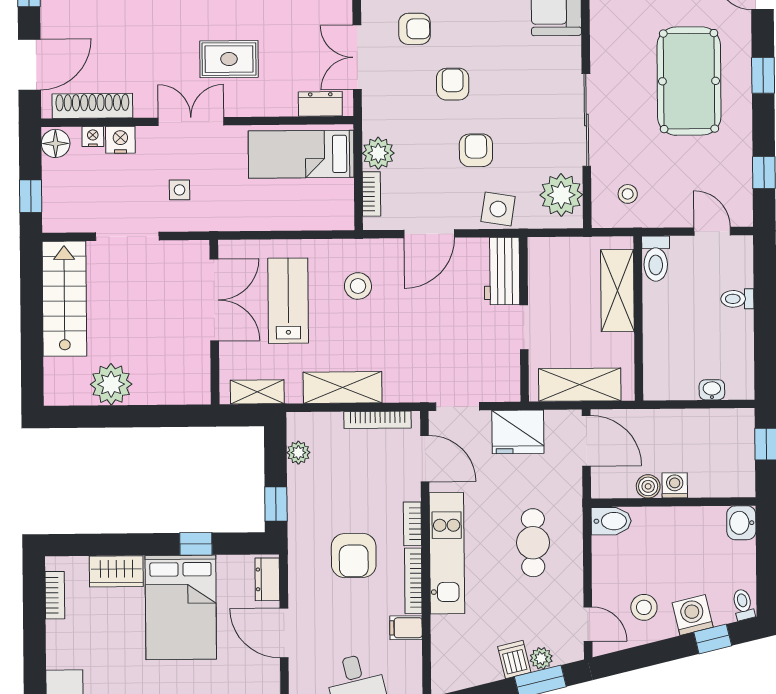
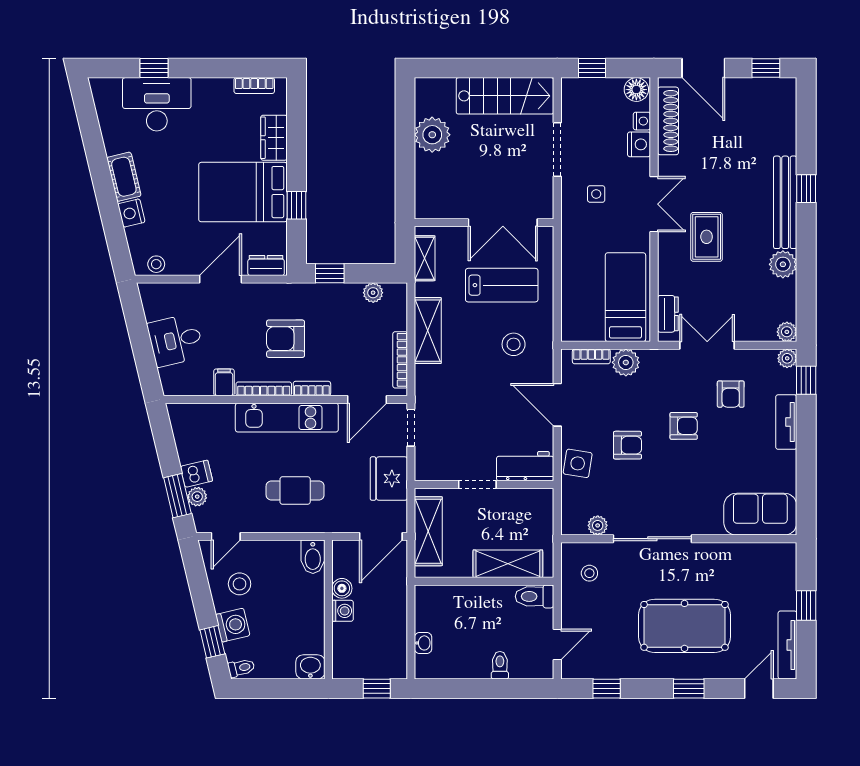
plant: (561, 195) -> (598, 525), width x0.53, depth x0.53

